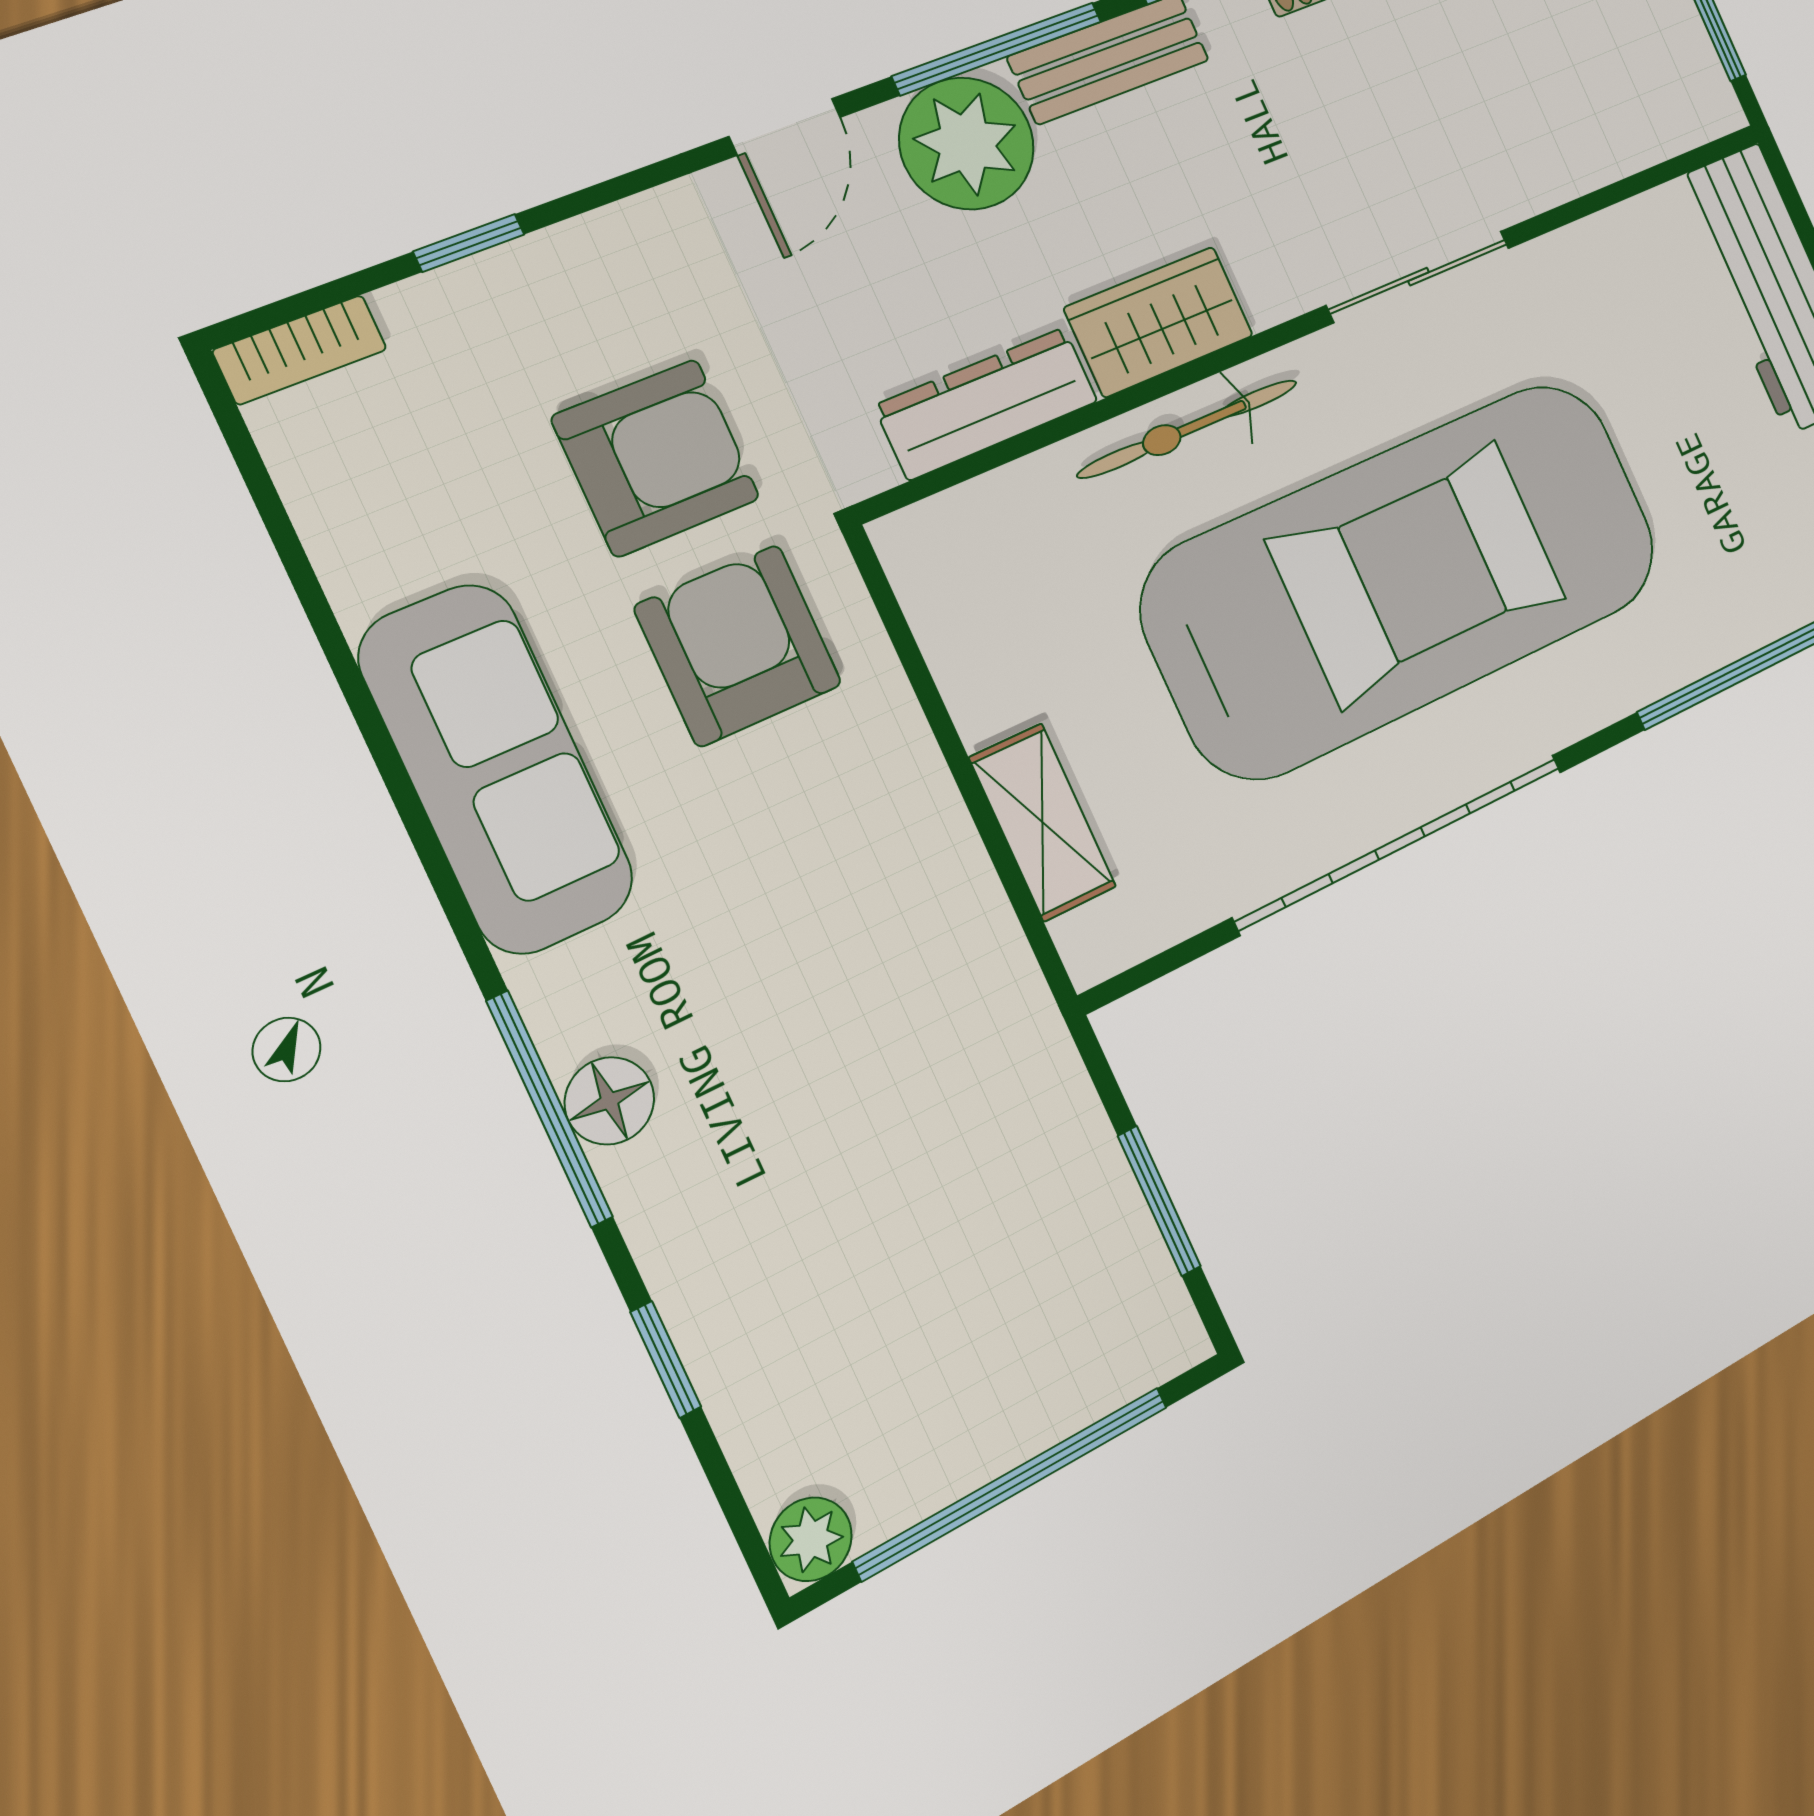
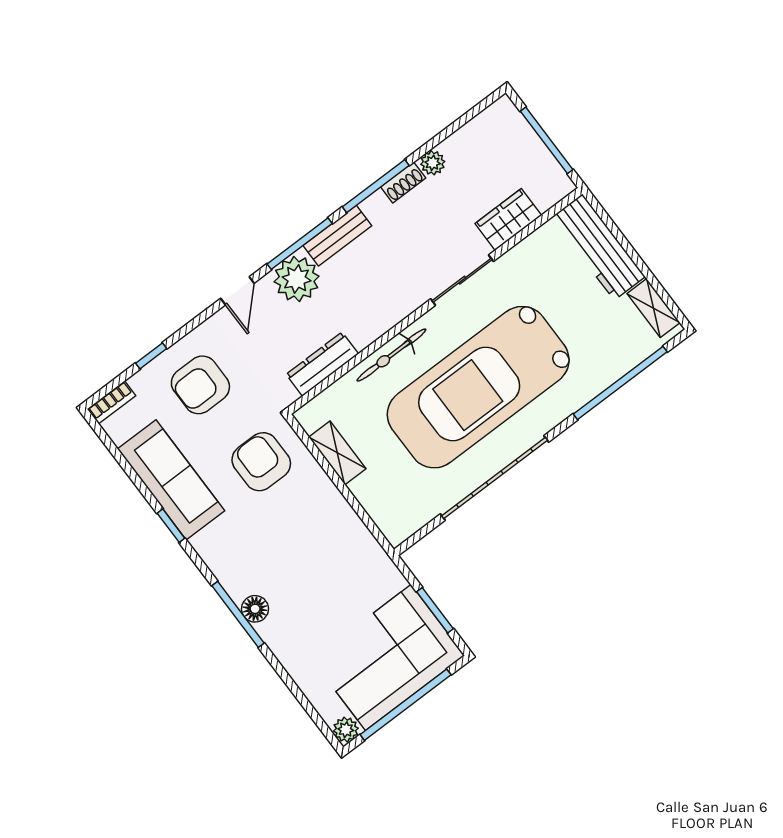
wardrobe: (1159, 322) -> (508, 220), moved
armchair: (656, 458) -> (200, 385), moved, turned 180
car: (1405, 578) -> (478, 387), turned 180
sofa: (496, 769) -> (171, 480), moved
shelving: (1043, 822) -> (337, 453), moved
corner sofa: (991, 1325) -> (388, 658), added
window: (666, 1359) -> (171, 526), moved

